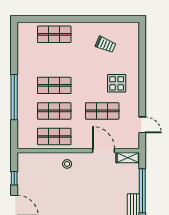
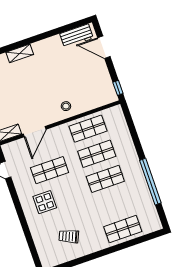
window: (14, 97) -> (150, 182), moved
door: (104, 151) -> (35, 132), hinge flipped
window: (14, 178) -> (118, 88), moved

